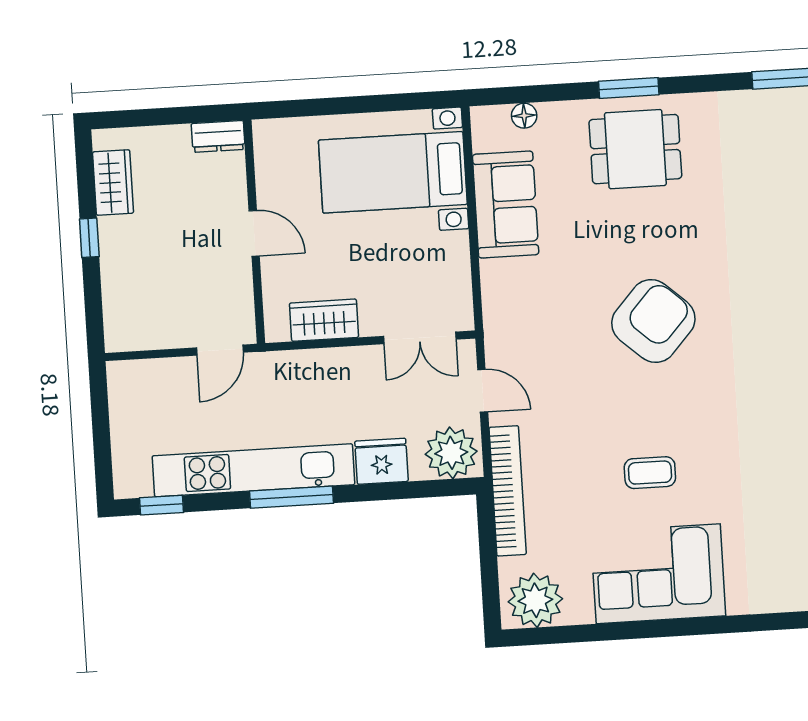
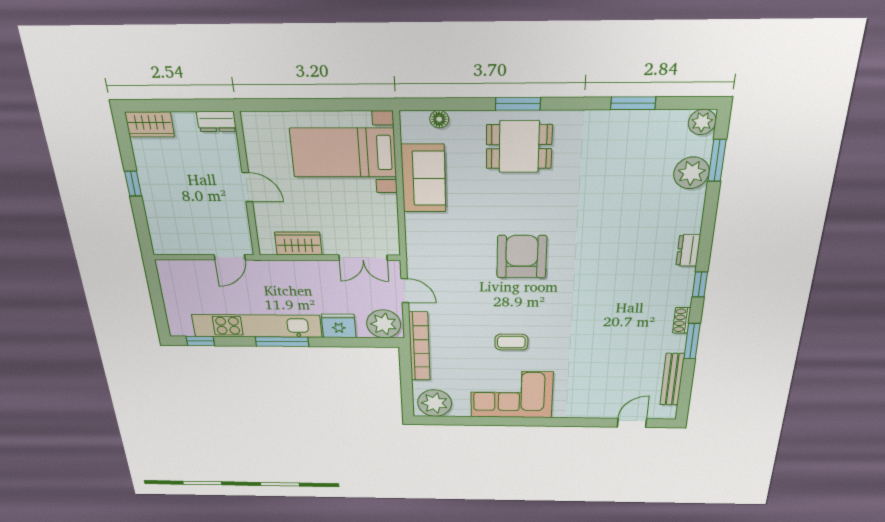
wardrobe: (113, 183) -> (150, 124), moved, turned 90
armchair: (653, 321) -> (522, 257), turned -42

